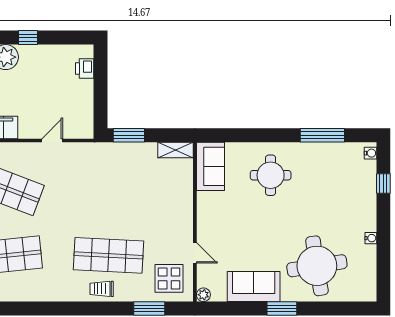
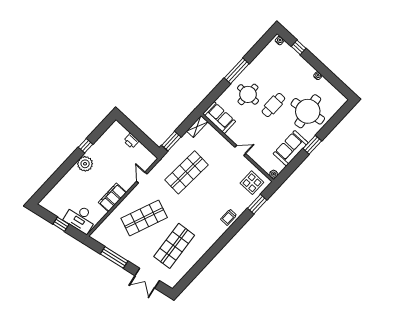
printer: (85, 68) -> (131, 141), moved
window: (322, 135) -> (237, 71), moved
cafe table: (286, 217) -> (273, 105), added
door: (195, 253) -> (240, 150), moved
shop shelf: (109, 255) -> (186, 172), moved

